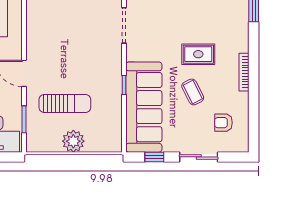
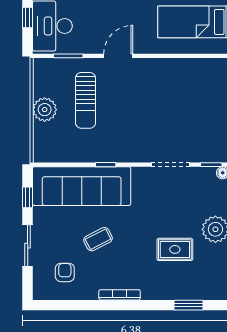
rug: (198, 54) -> (175, 249), moved, turned 90

